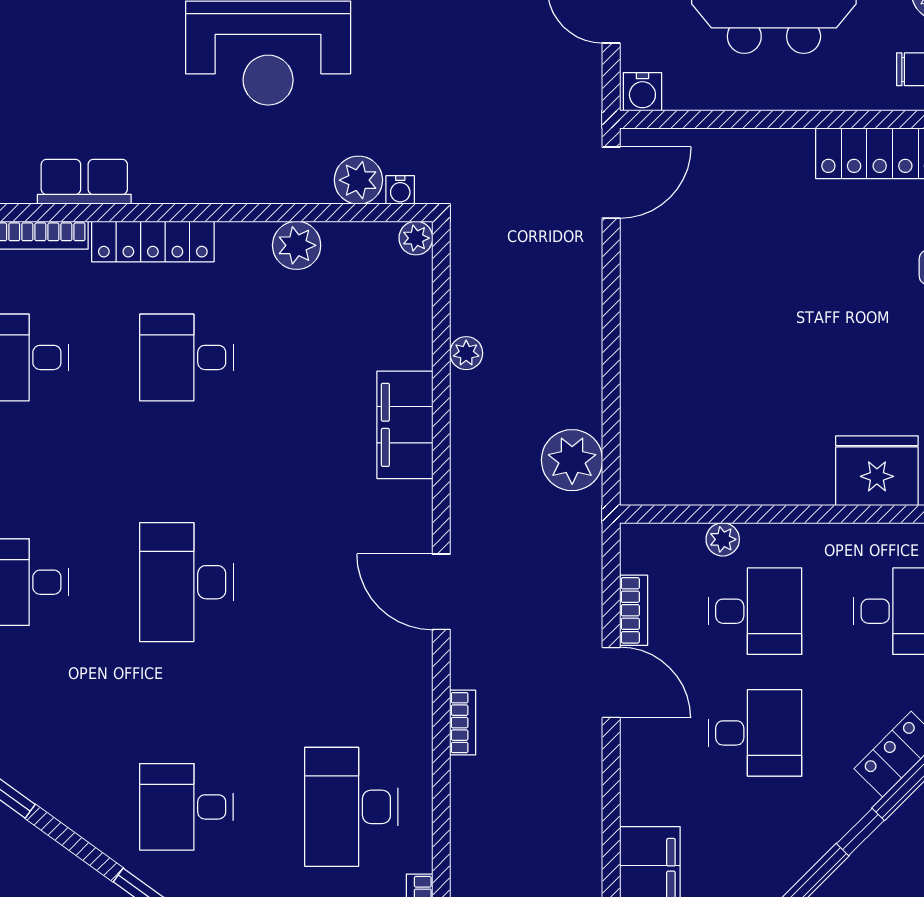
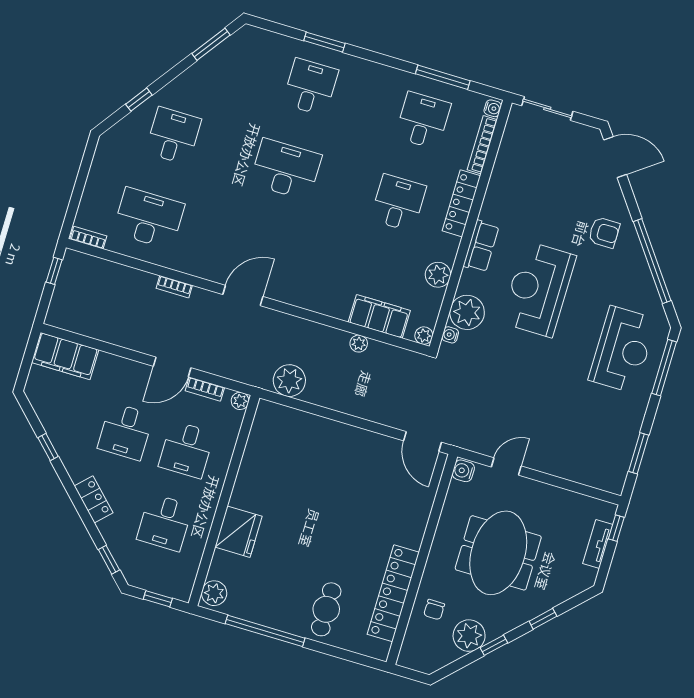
plant: (358, 180) -> (467, 312), width x1.36, depth x1.36
row of seats: (84, 182) -> (481, 246), moved
filing cabinet: (405, 425) -> (379, 316), moved
plant: (723, 539) -> (240, 401), moved
window: (860, 832) -> (48, 447), moved

